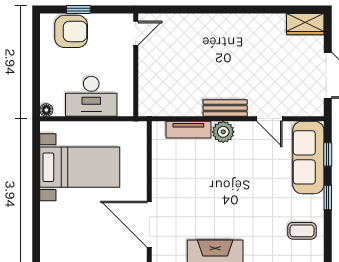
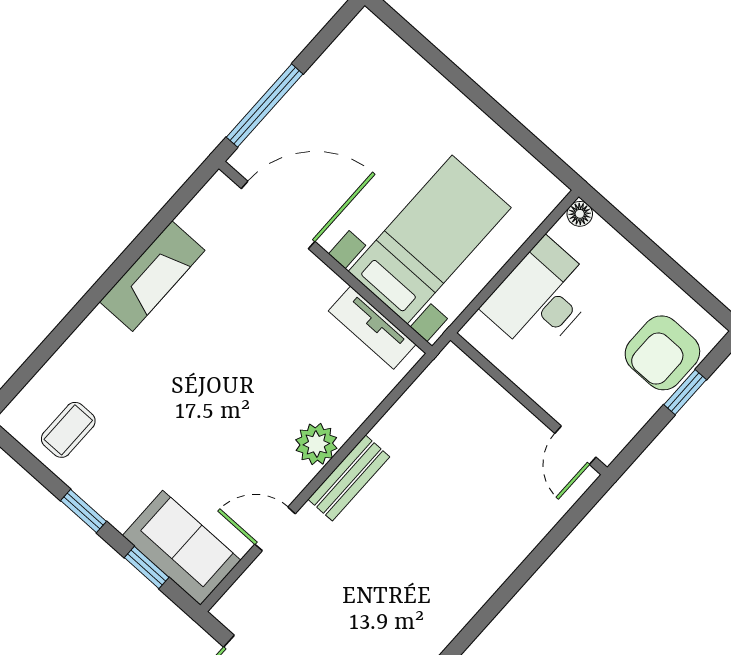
tv unit: (188, 130) -> (372, 328), moved, turned -90
sofa: (308, 157) -> (182, 548), width x0.73
bed with nightstands: (80, 167) -> (430, 240), moved, turned 180

